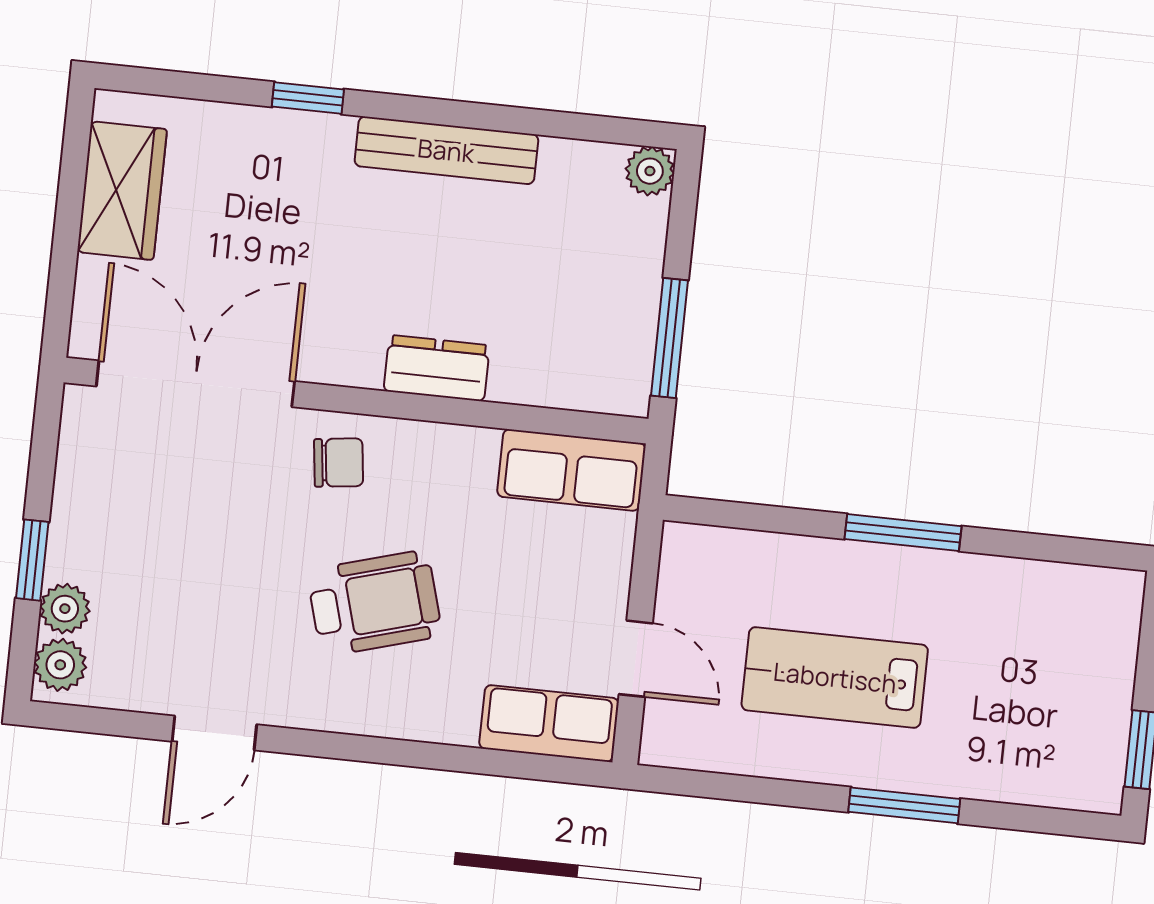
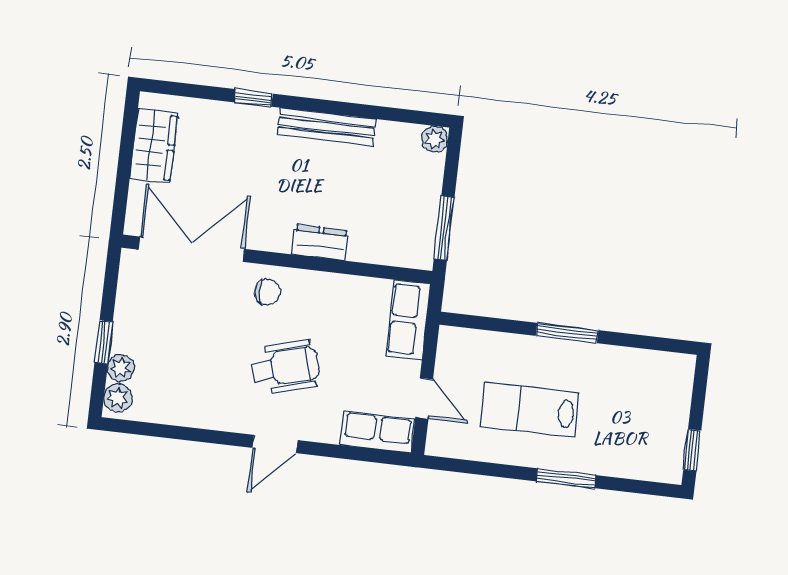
row of seats: (571, 470) -> (408, 320), moved, turned 90
door: (214, 733) -> (275, 444), moved

